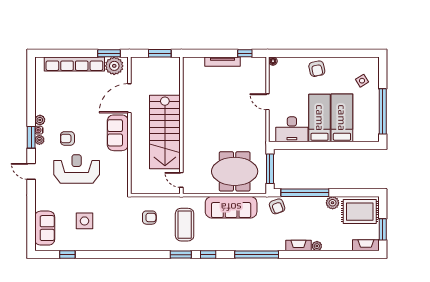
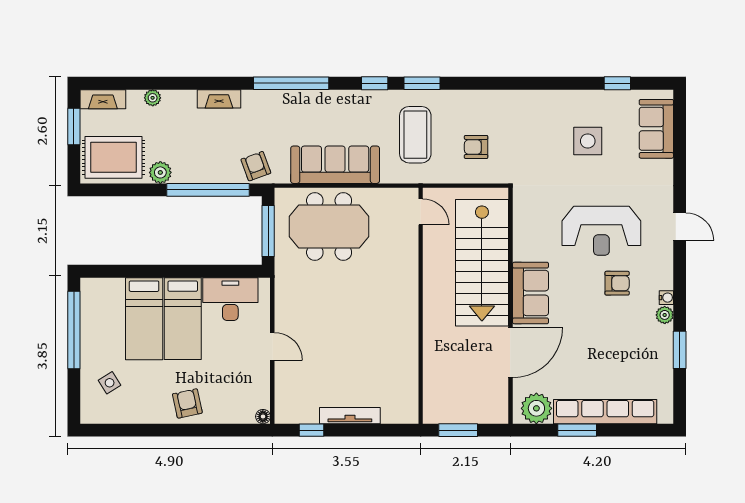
window: (109, 53) -> (577, 430), moved
stairs: (165, 132) -> (482, 263), moved, turned 180
window: (31, 137) -> (680, 350), moved
plant: (39, 140) -> (665, 281), removed
plant: (317, 246) -> (153, 98), moved

